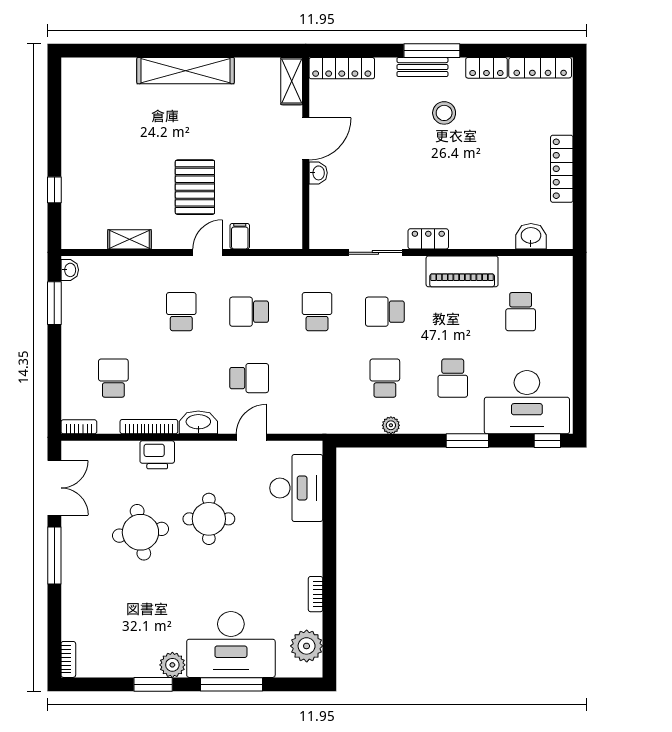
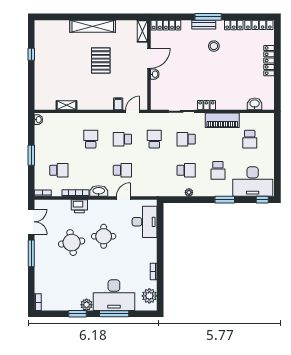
locker: (562, 169) -> (269, 61), moved
pallet: (195, 187) -> (101, 60), moved
window: (54, 190) -> (31, 54), moved
door: (208, 252) -> (133, 111), moved
window: (54, 303) -> (31, 155), moved
school desk: (113, 378) -> (59, 170), turned 90
school desk: (385, 378) -> (186, 170), turned 90

